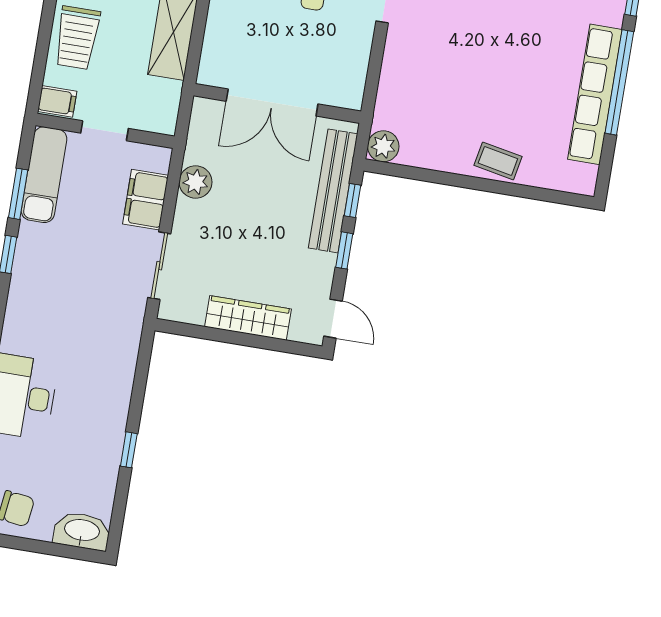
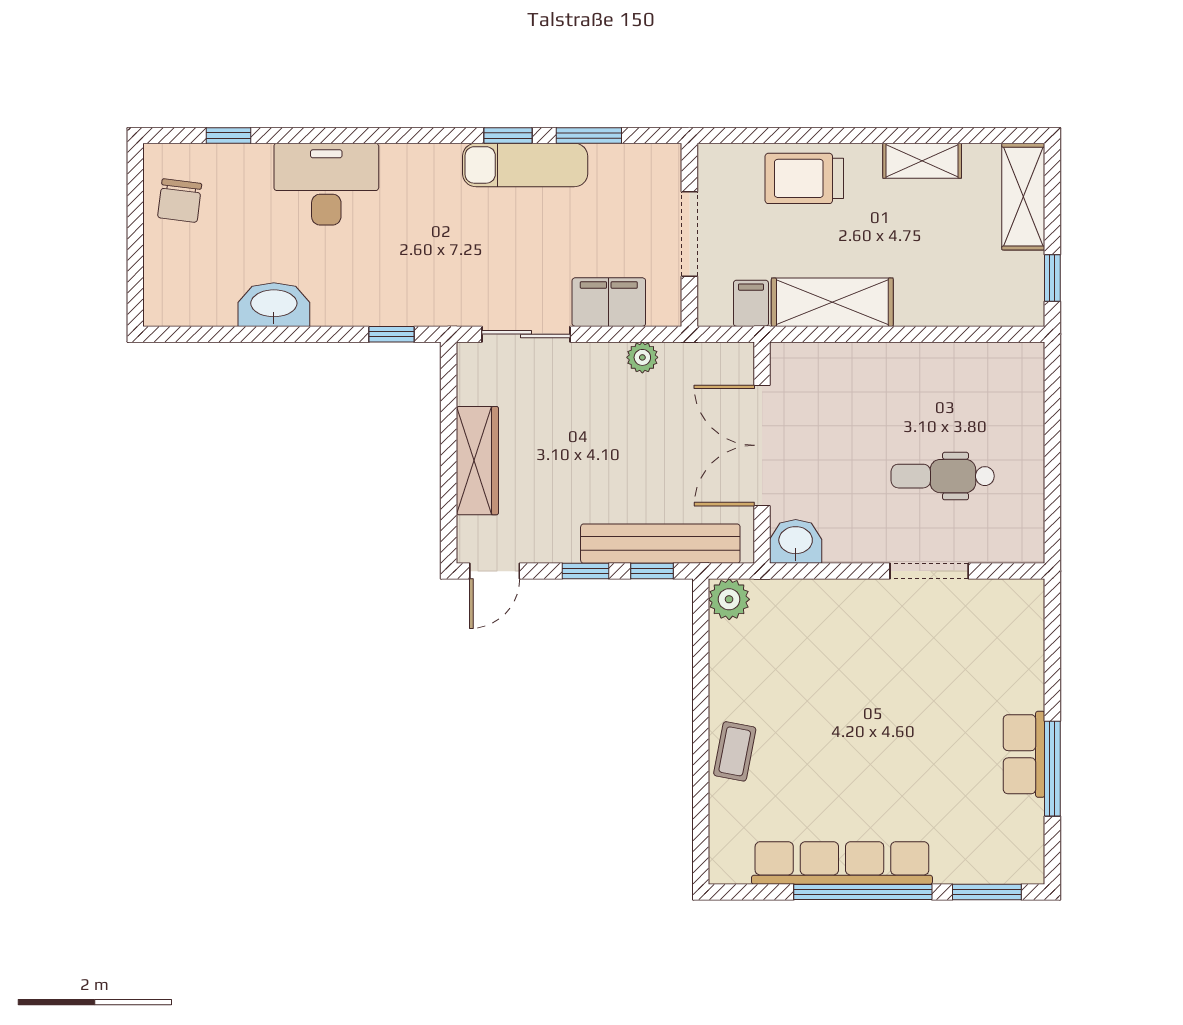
washbasin: (348, 89) -> (796, 541), added
filing cabinet: (57, 101) -> (751, 303), moved, turned 180
doorway: (105, 131) -> (689, 234), width x1.38
exam couch: (44, 175) -> (525, 165), moved
plant: (196, 182) -> (642, 357), width x0.73, depth x0.73
window: (129, 450) -> (392, 334), moved
washbasin: (82, 531) -> (274, 305), moved, turned -90

